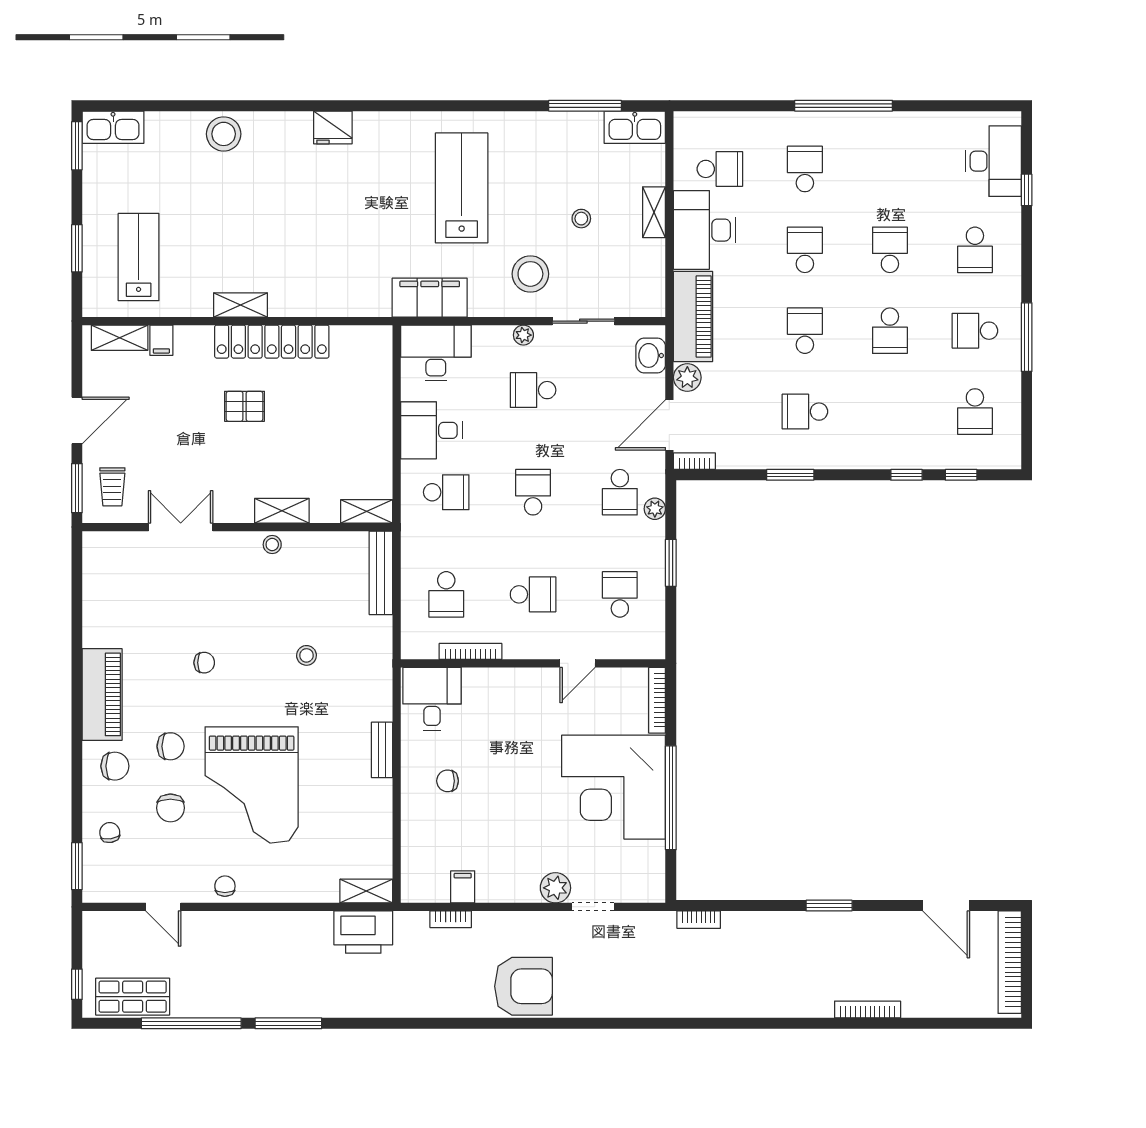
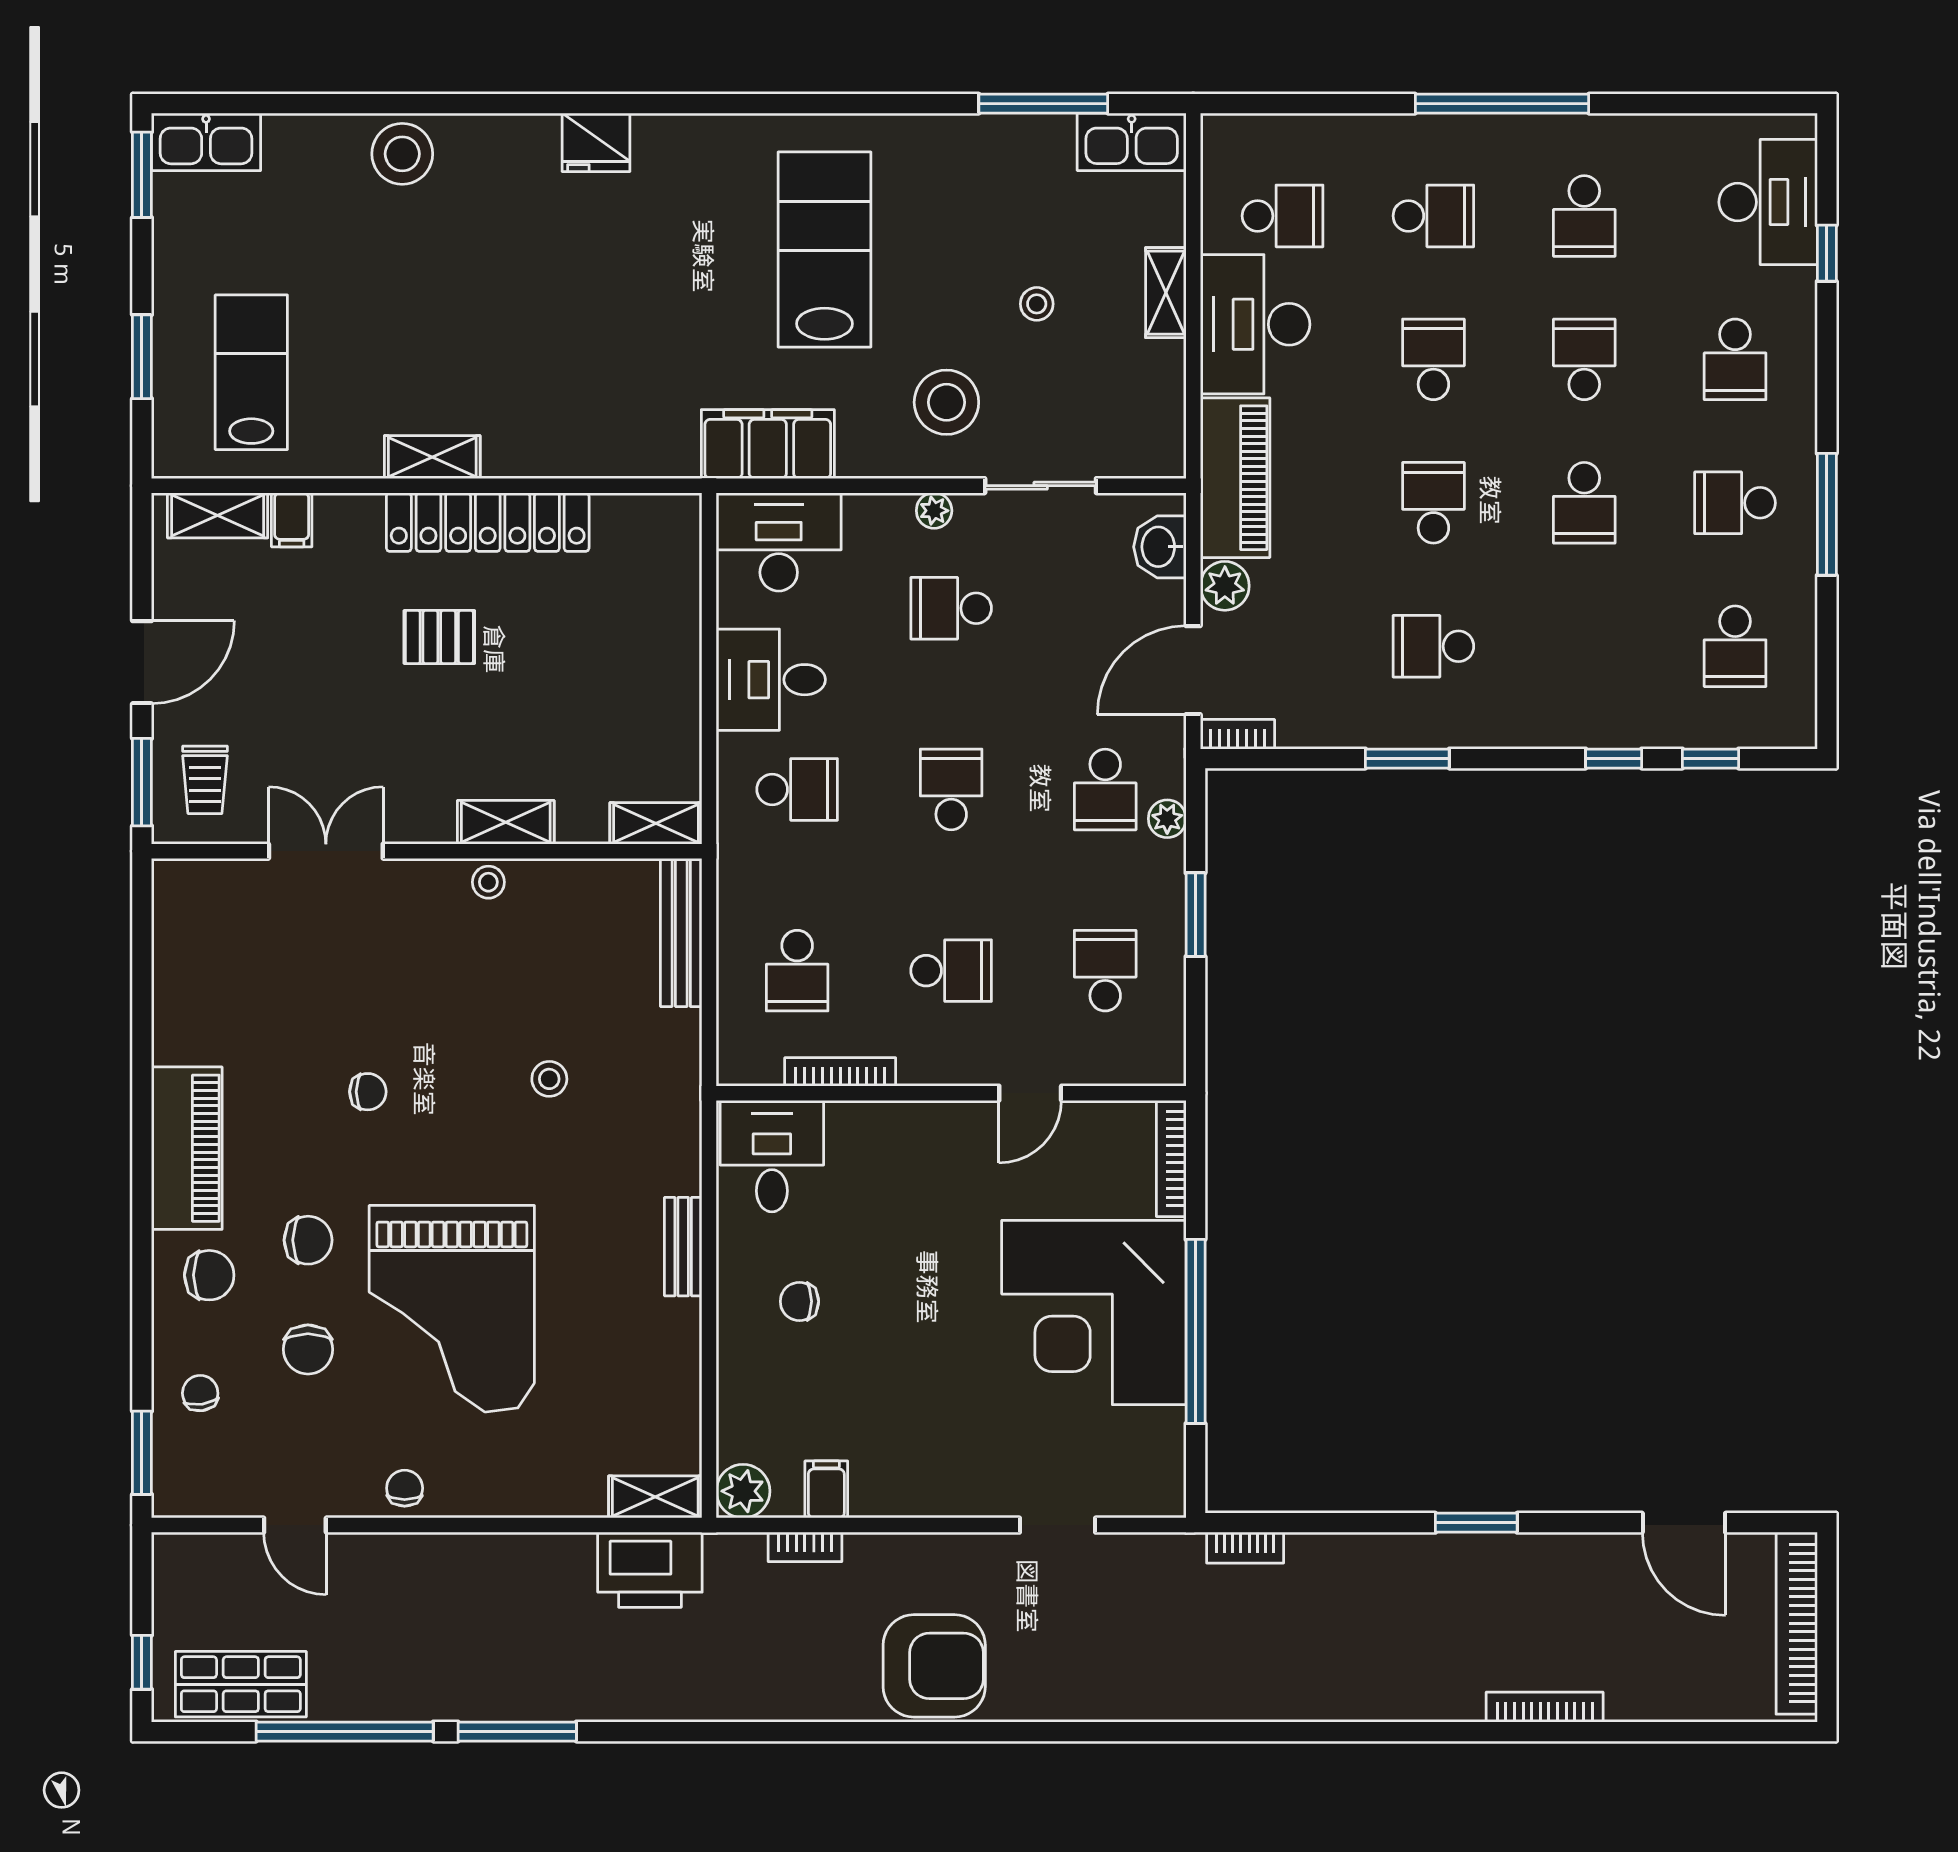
school desk: (805, 169) -> (1433, 216), turned 90
school desk: (890, 169) -> (1584, 216), added
plant: (555, 888) -> (743, 1491), moved

